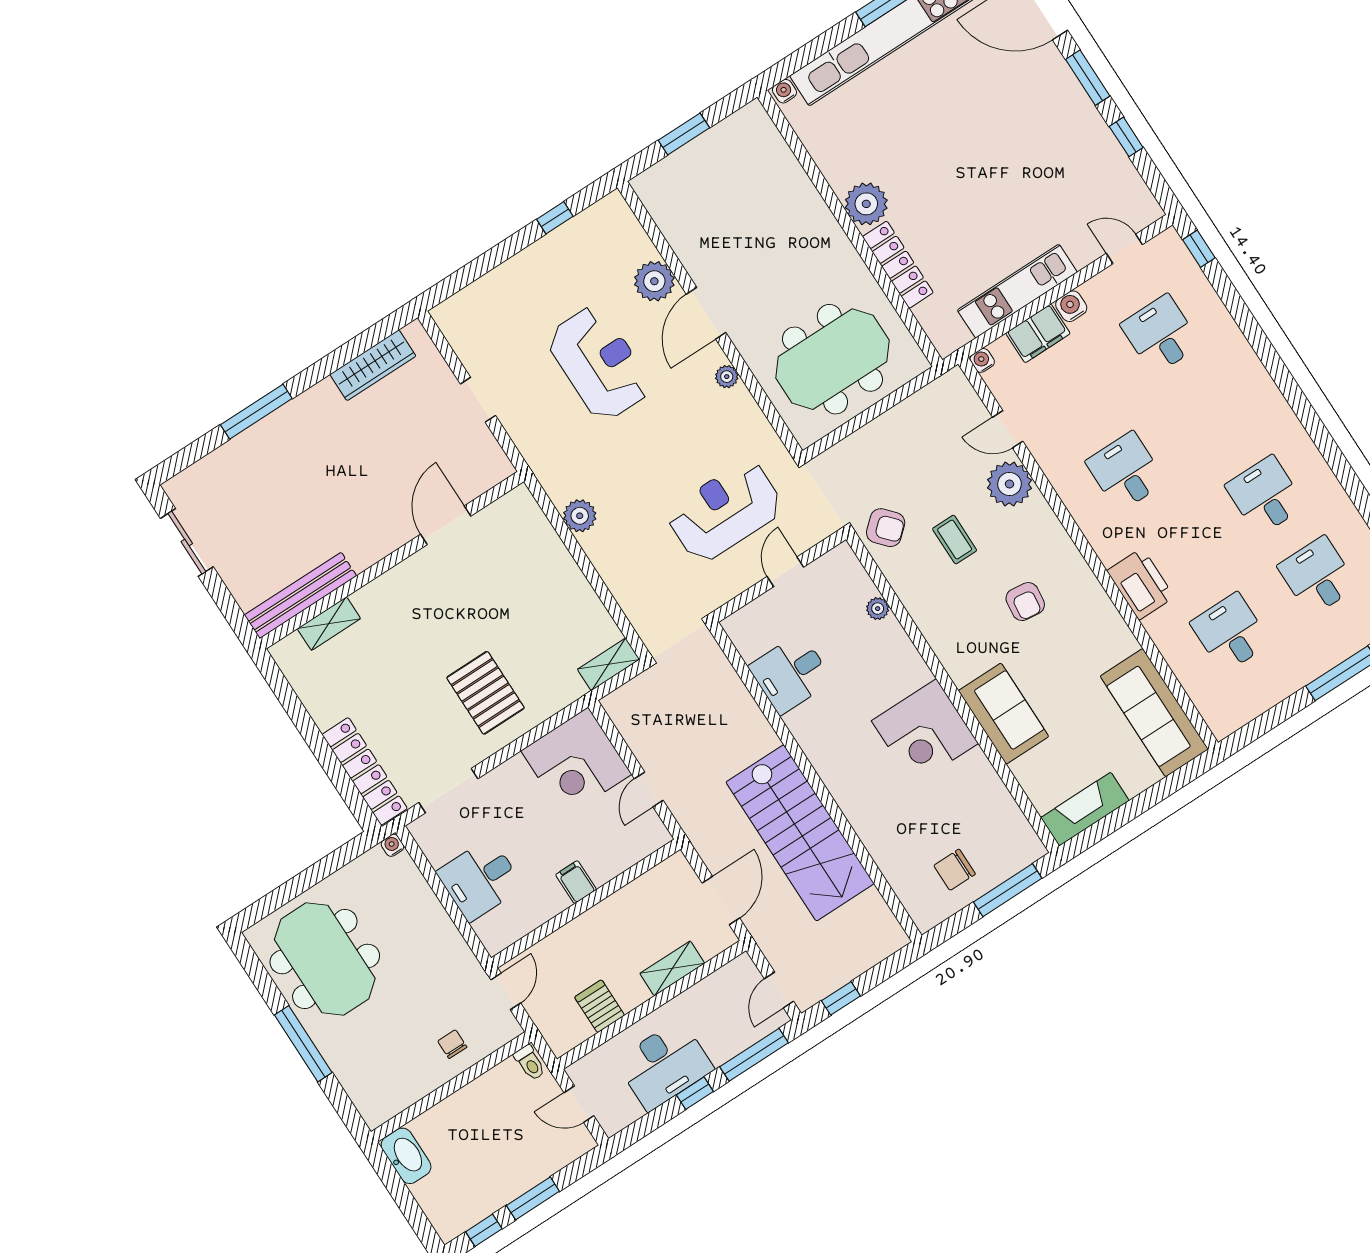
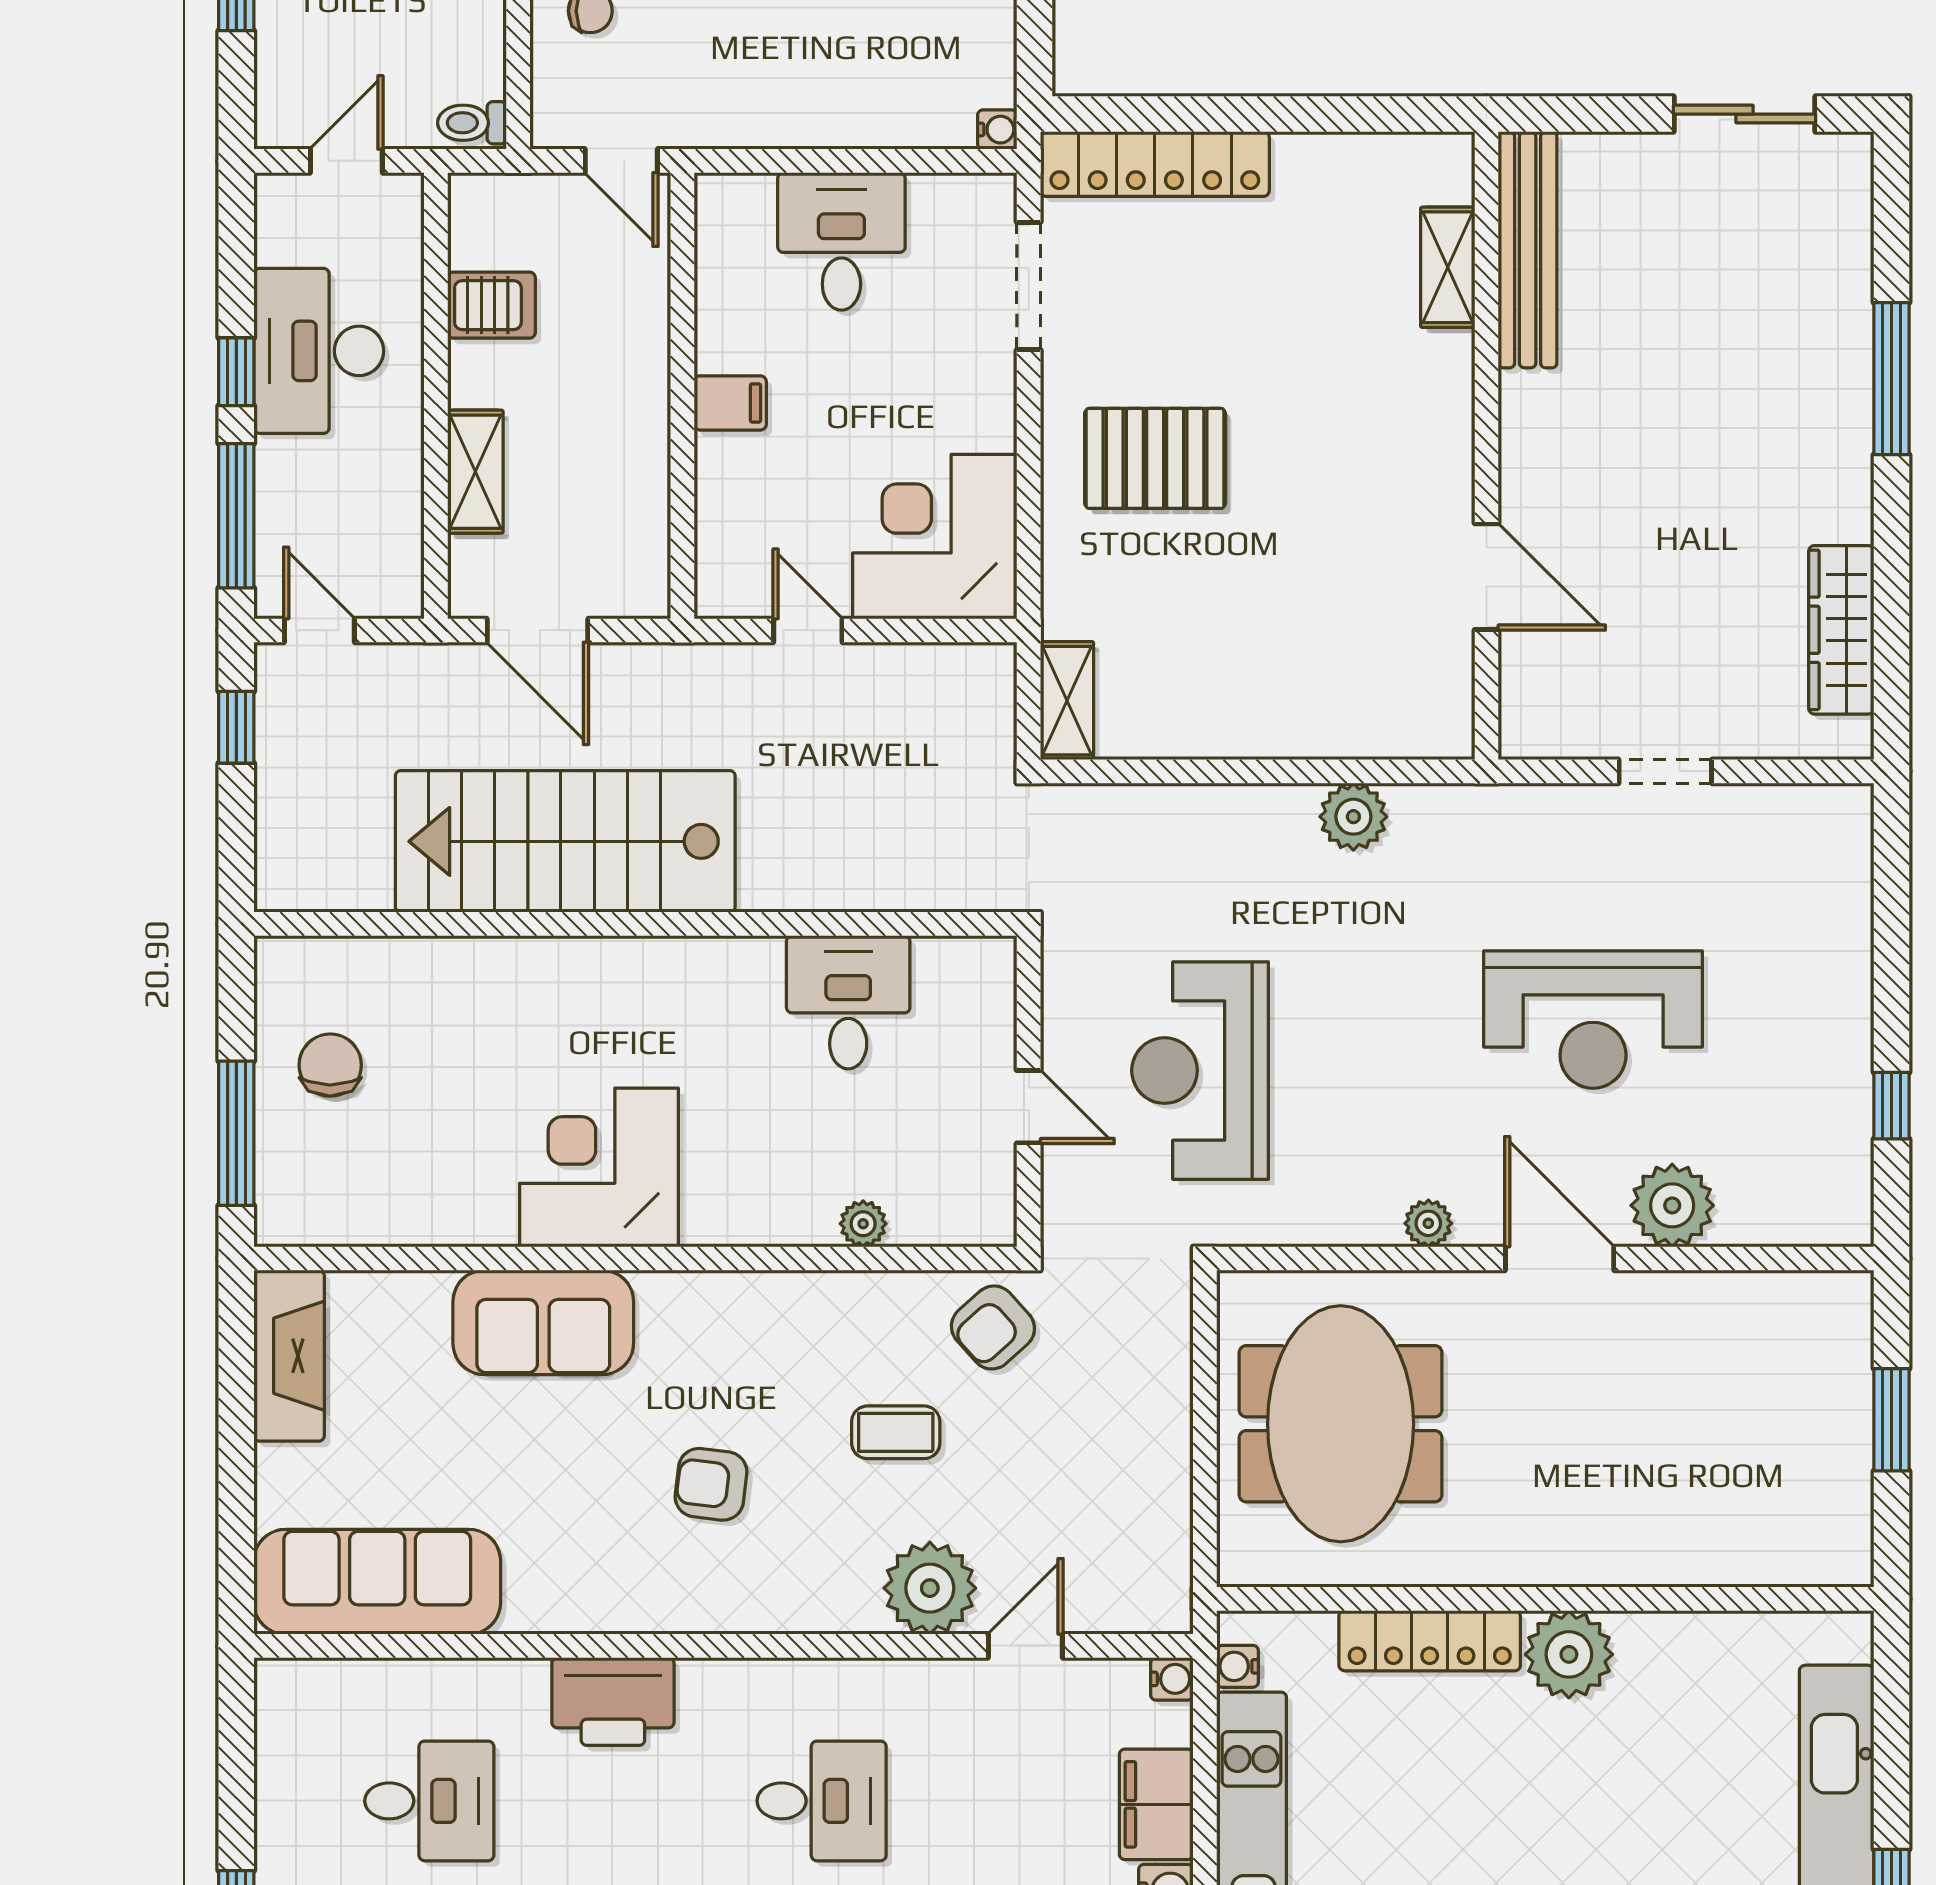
water cooler: (784, 91) -> (1237, 1666), moved, turned 180
reception desk: (725, 511) -> (1200, 1071), turned 180

